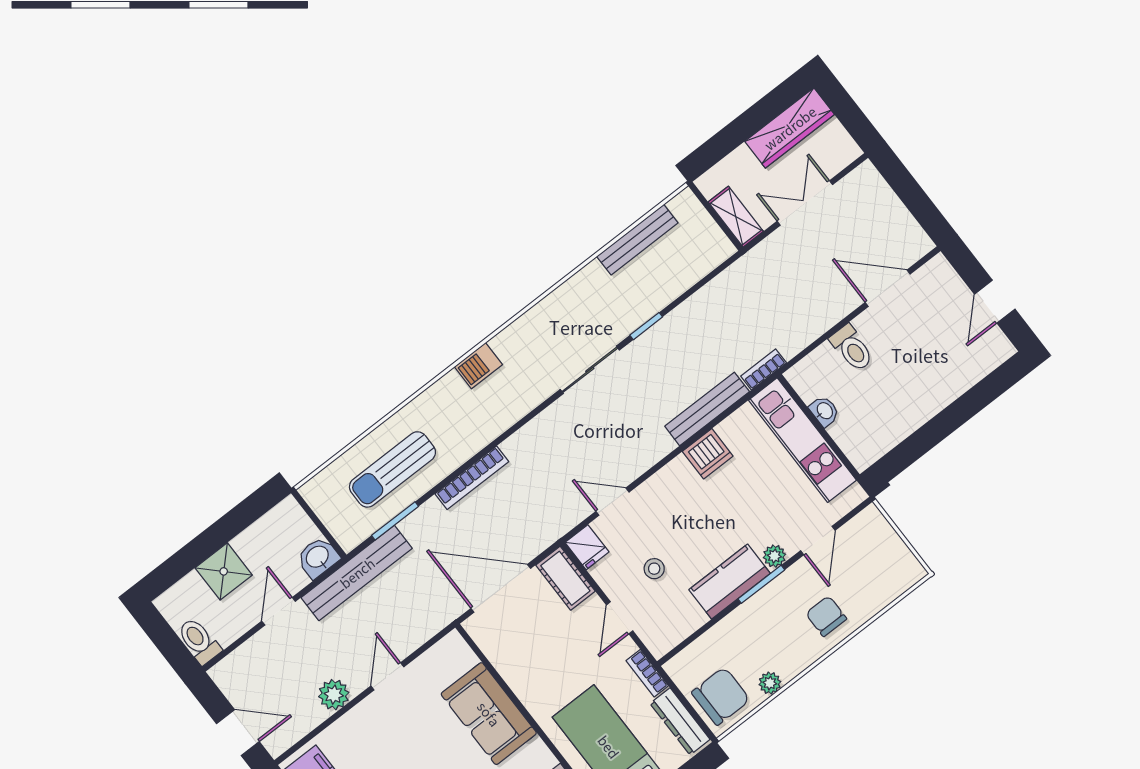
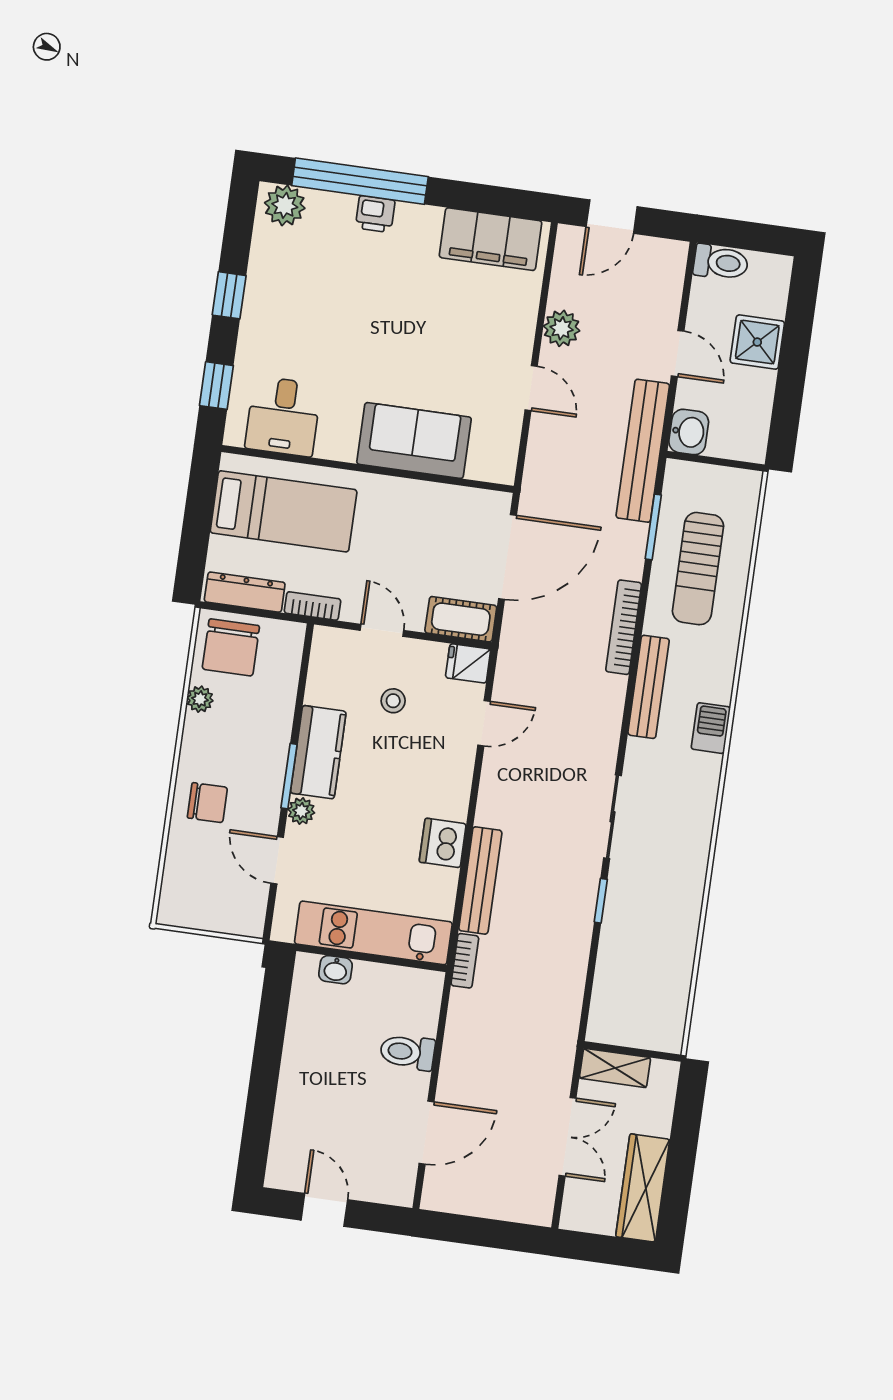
bench: (637, 240) -> (649, 687), moved
washbasin: (824, 411) -> (336, 970), moved
sun lounger: (392, 469) -> (698, 569), turned 180

